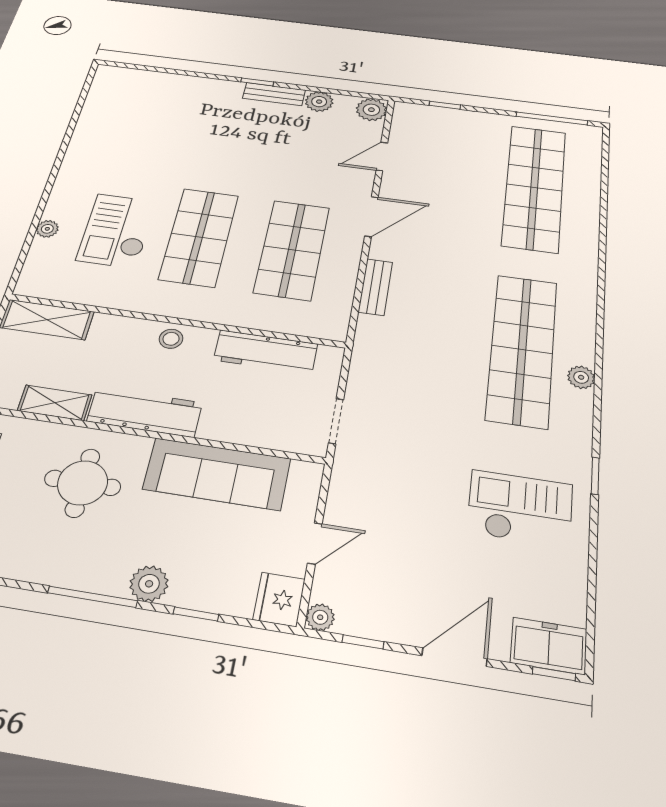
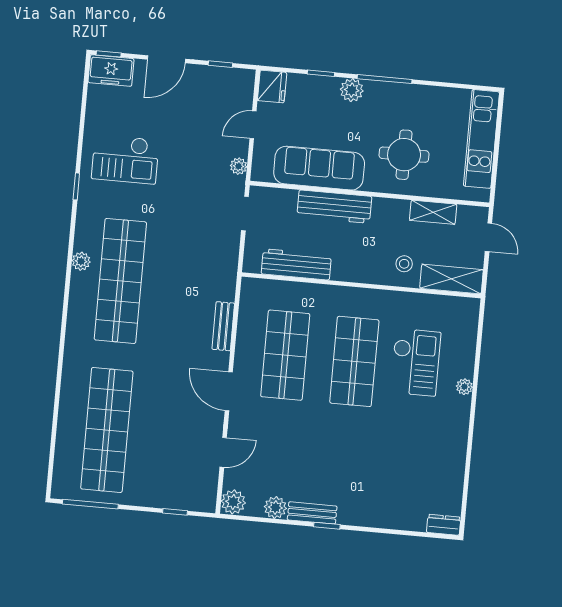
dresser: (115, 74) -> (444, 525), added
door: (371, 217) -> (229, 391), hinge flipped
plant: (47, 229) -> (464, 387), moved
stool: (171, 339) -> (404, 264), moved
workbench: (145, 412) -> (334, 207), moved
plant: (320, 617) -> (239, 166), moved

